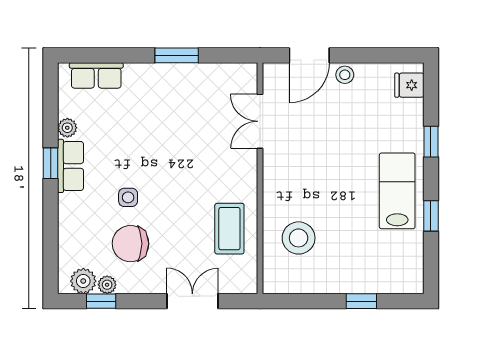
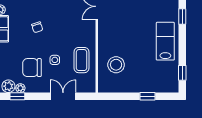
chair: (141, 163) -> (37, 27), added
side table: (128, 197) -> (55, 60), moved
window: (431, 216) -> (182, 73), moved

